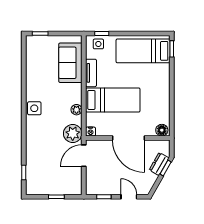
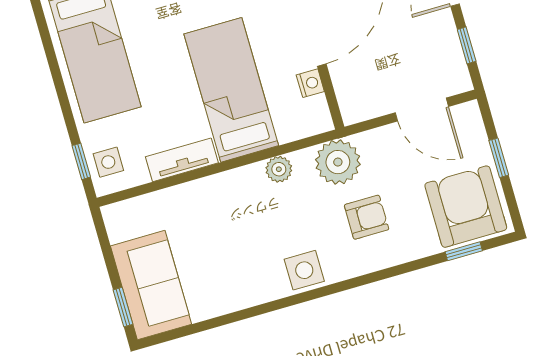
sofa: (70, 63) -> (151, 285), moved, turned -90
nightstand: (91, 132) -> (310, 83), moved
armchair: (48, 138) -> (367, 217), added
door: (84, 156) -> (422, 110), moved
armchair: (41, 178) -> (466, 207), added

